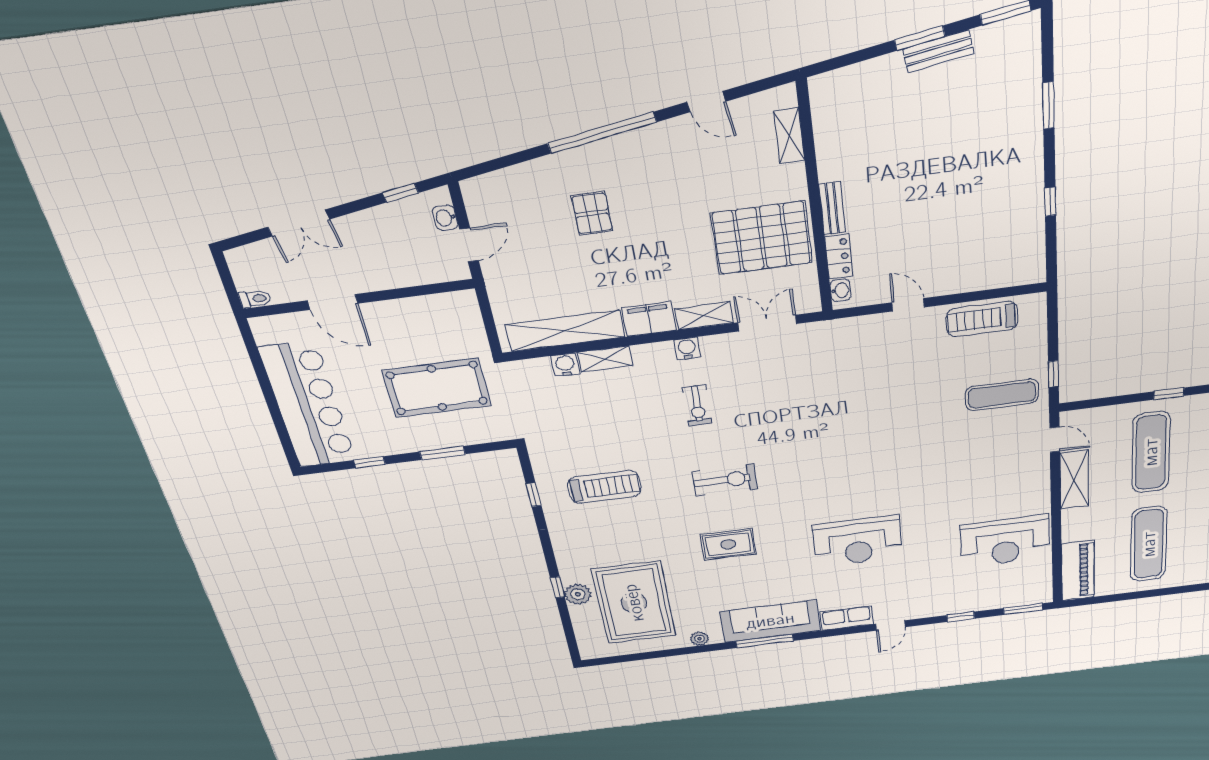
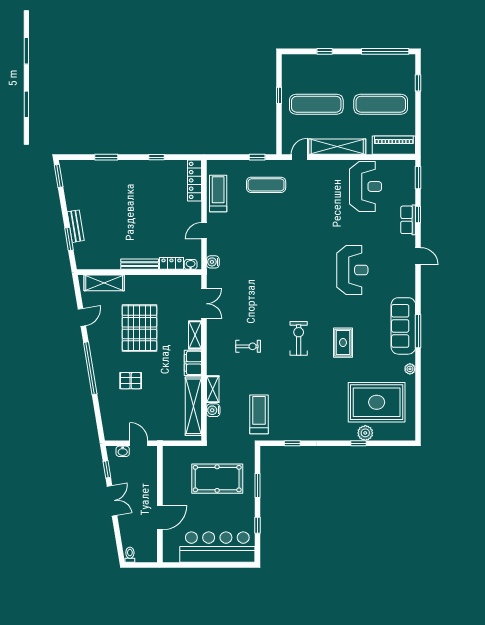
window: (920, 38) -> (69, 239), moved
bench: (938, 51) -> (76, 226), moved
shelving: (789, 136) -> (104, 283), width x1.50, depth x1.33
bench: (832, 208) -> (140, 264), width x1.36
double door: (299, 223) -> (112, 501), moved
pallet: (762, 238) -> (139, 328), moved
locker: (1006, 276) -> (195, 180), added
toilet: (255, 299) -> (130, 555), moved
treadmill: (982, 319) -> (218, 193), turned 180
double door: (767, 323) -> (204, 304), swing flipped
water cooler: (687, 349) -> (213, 262), moved
pool table: (437, 388) -> (217, 479), turned 90
exercise mat: (1002, 395) -> (266, 185), turned 90
shelving: (1074, 480) -> (337, 147), width x1.47
treadmill: (604, 487) -> (259, 414), moved
window: (1184, 589) -> (418, 83), added
row of seats: (847, 618) -> (408, 220), moved

